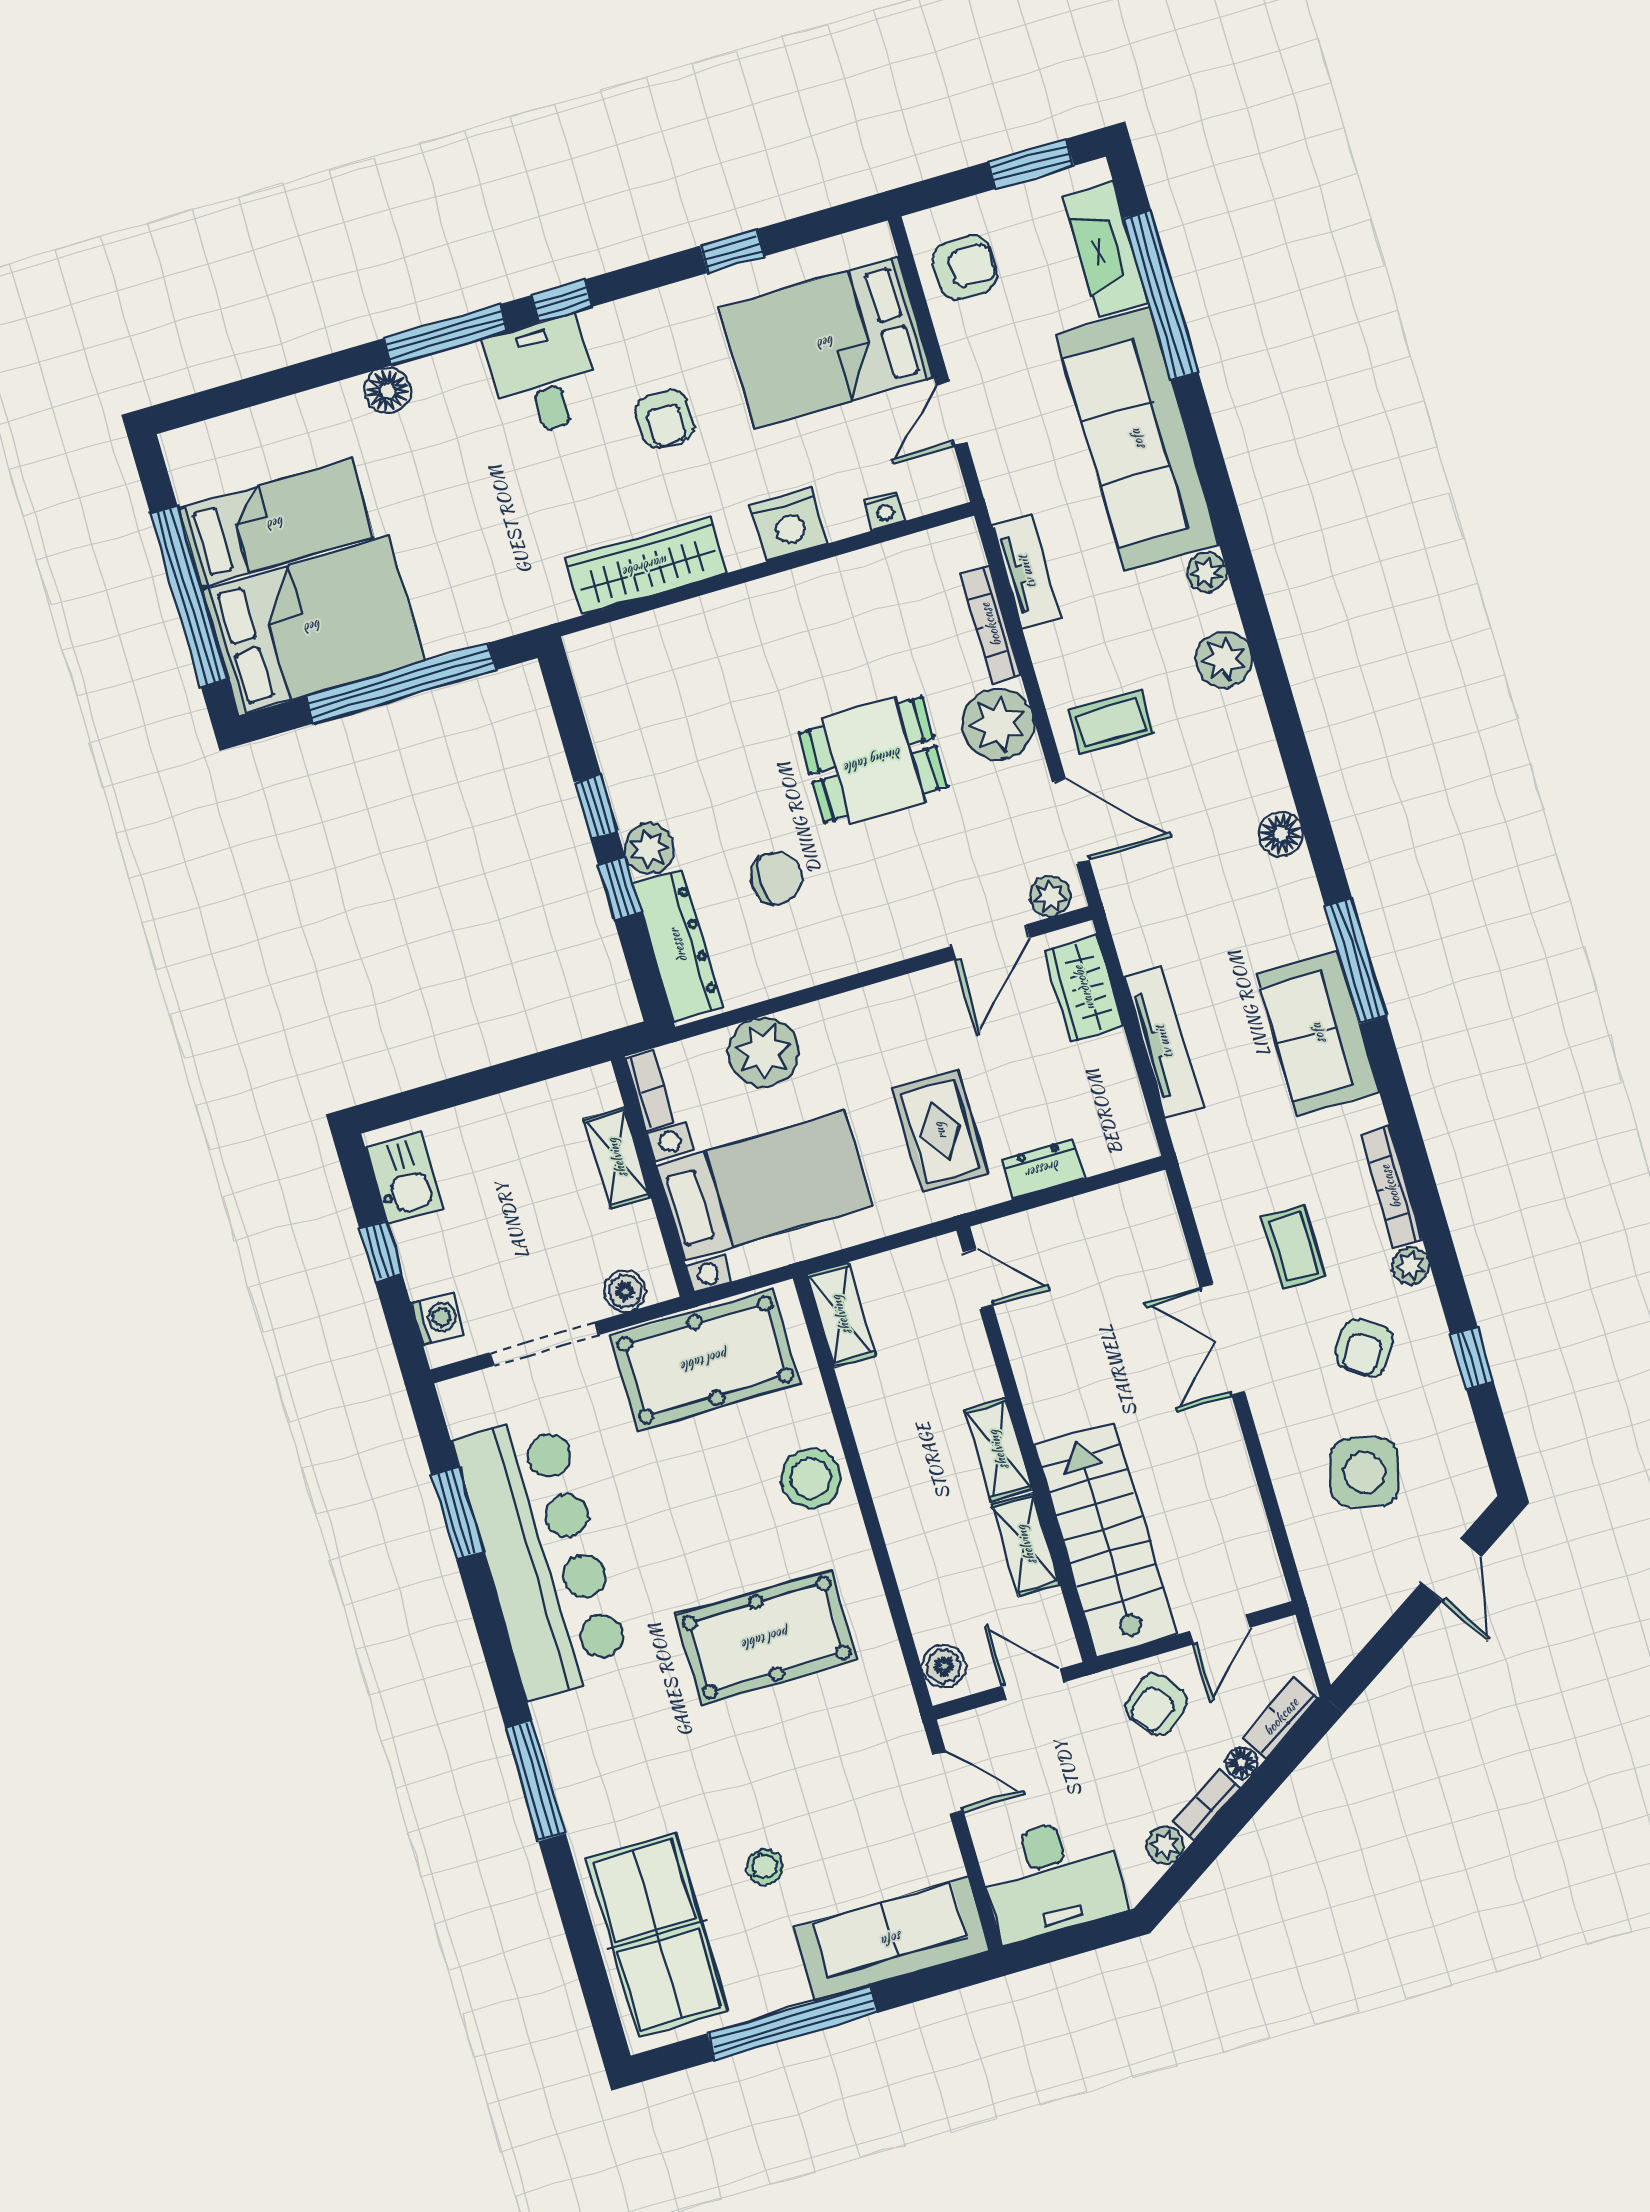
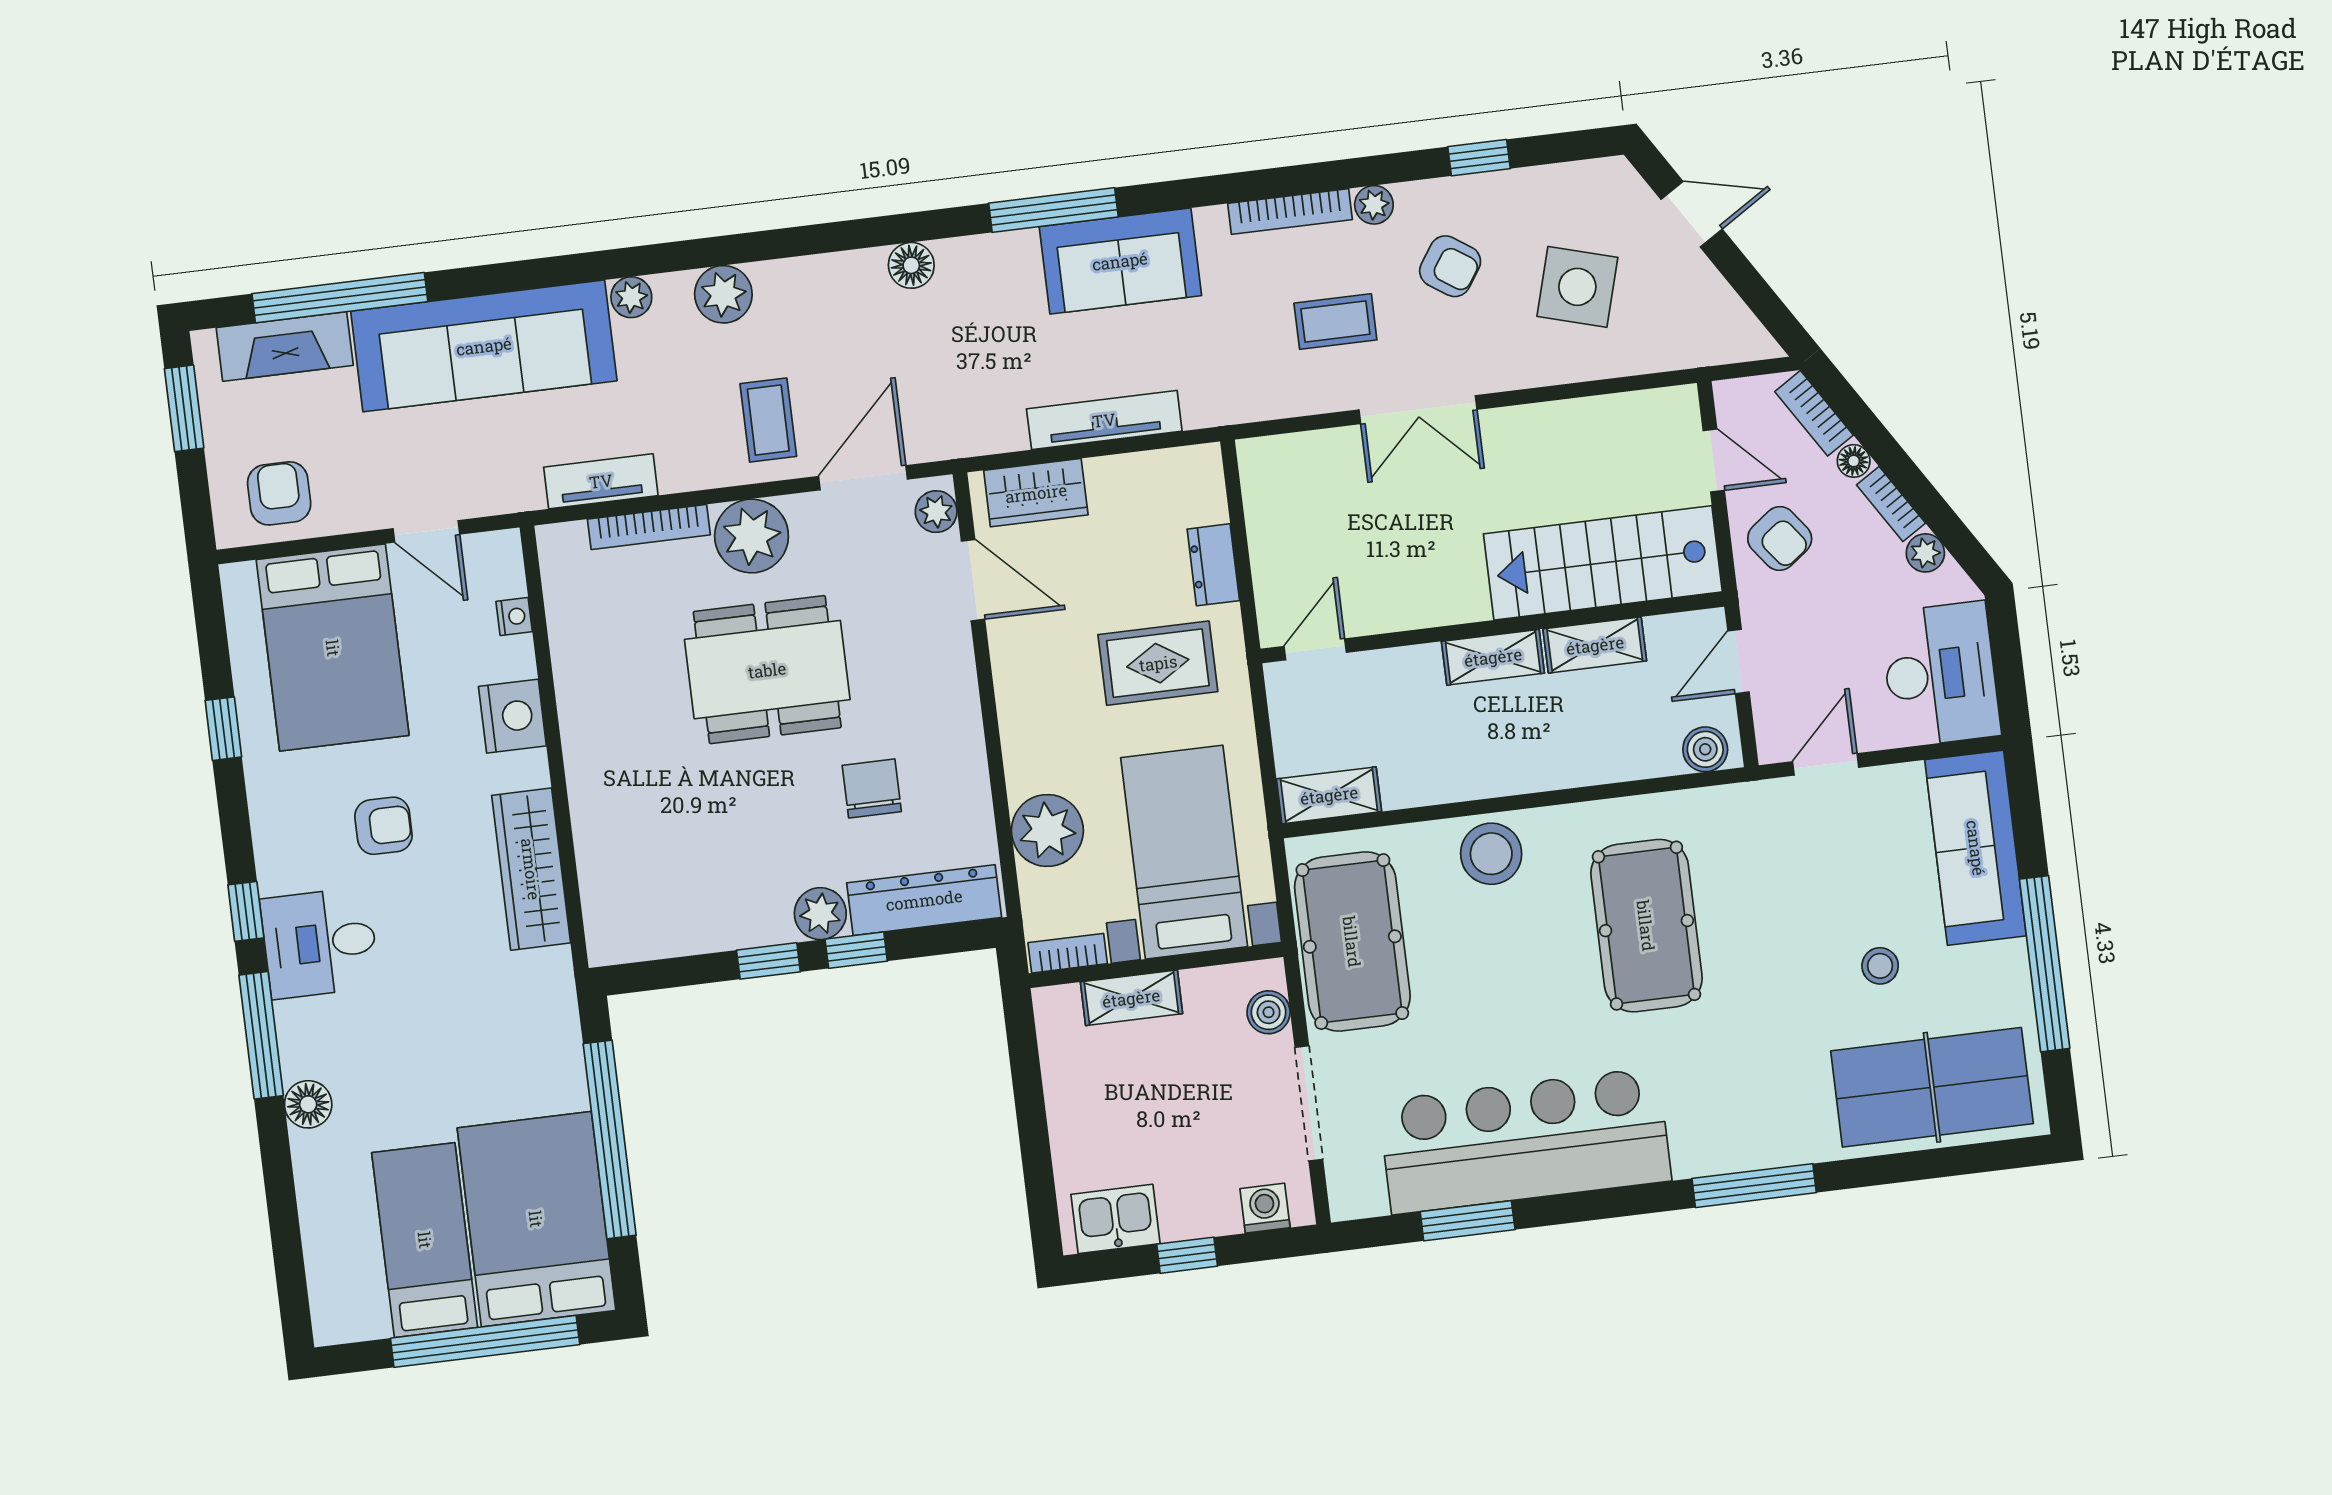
dining table: (873, 760) -> (767, 670), width x1.37

